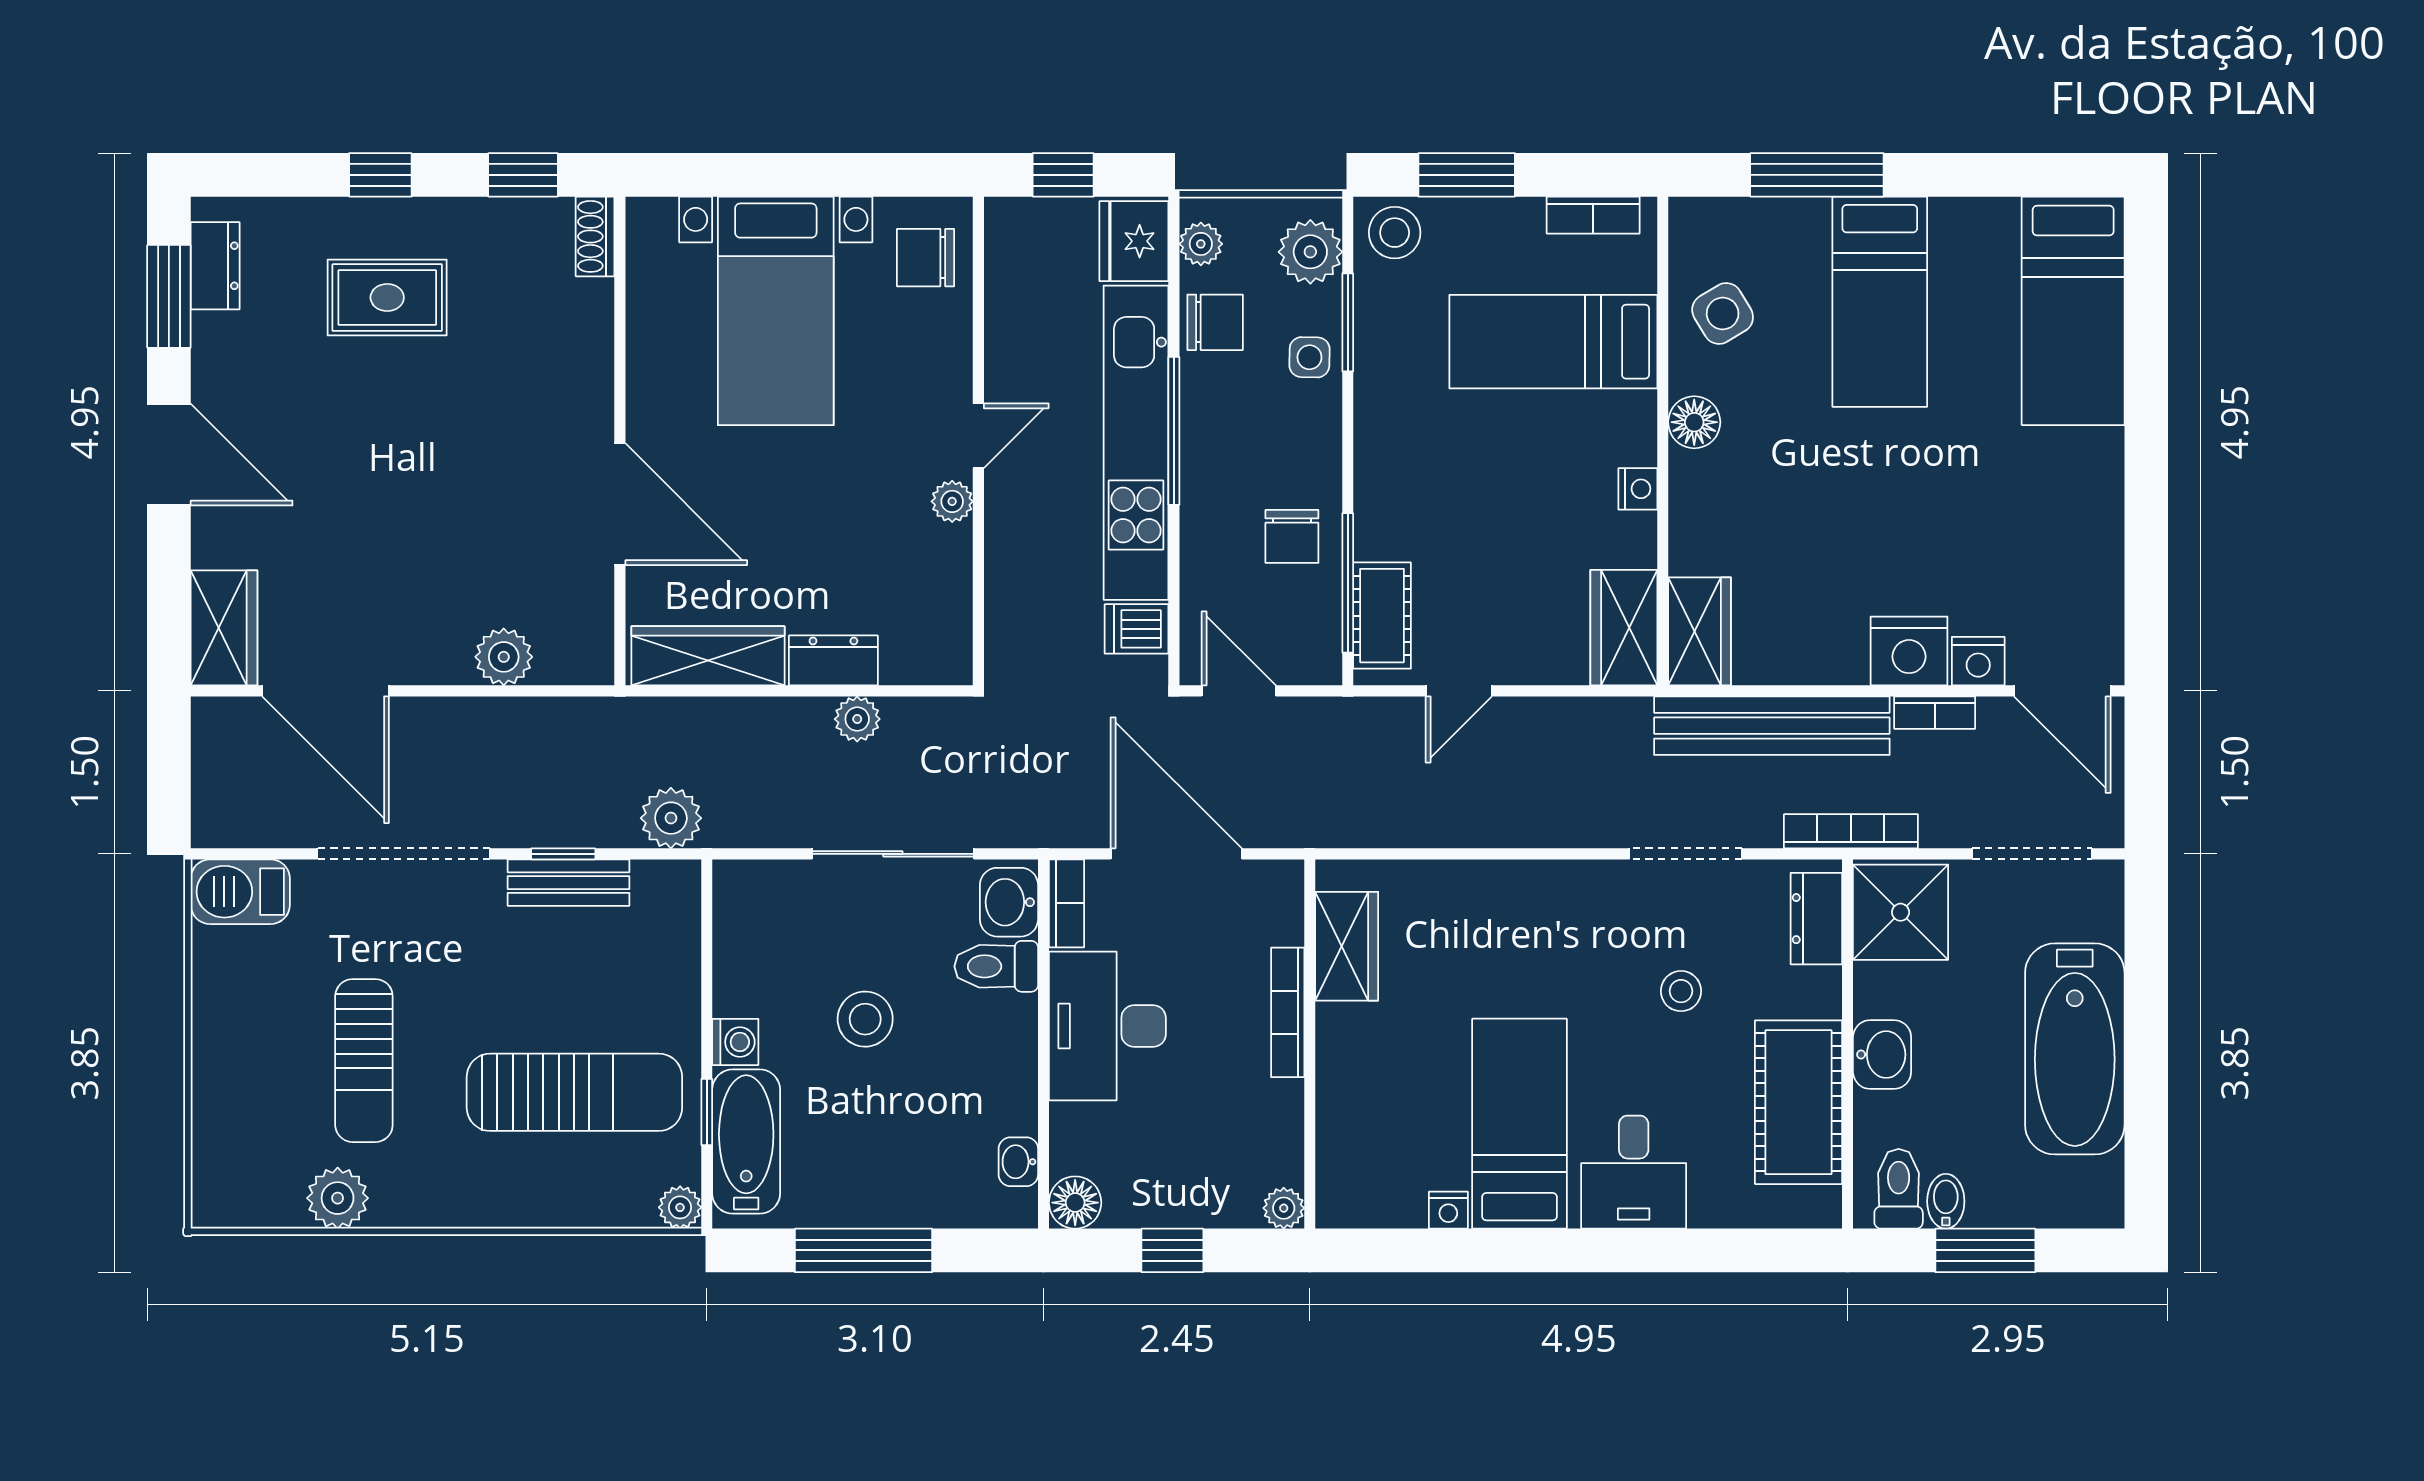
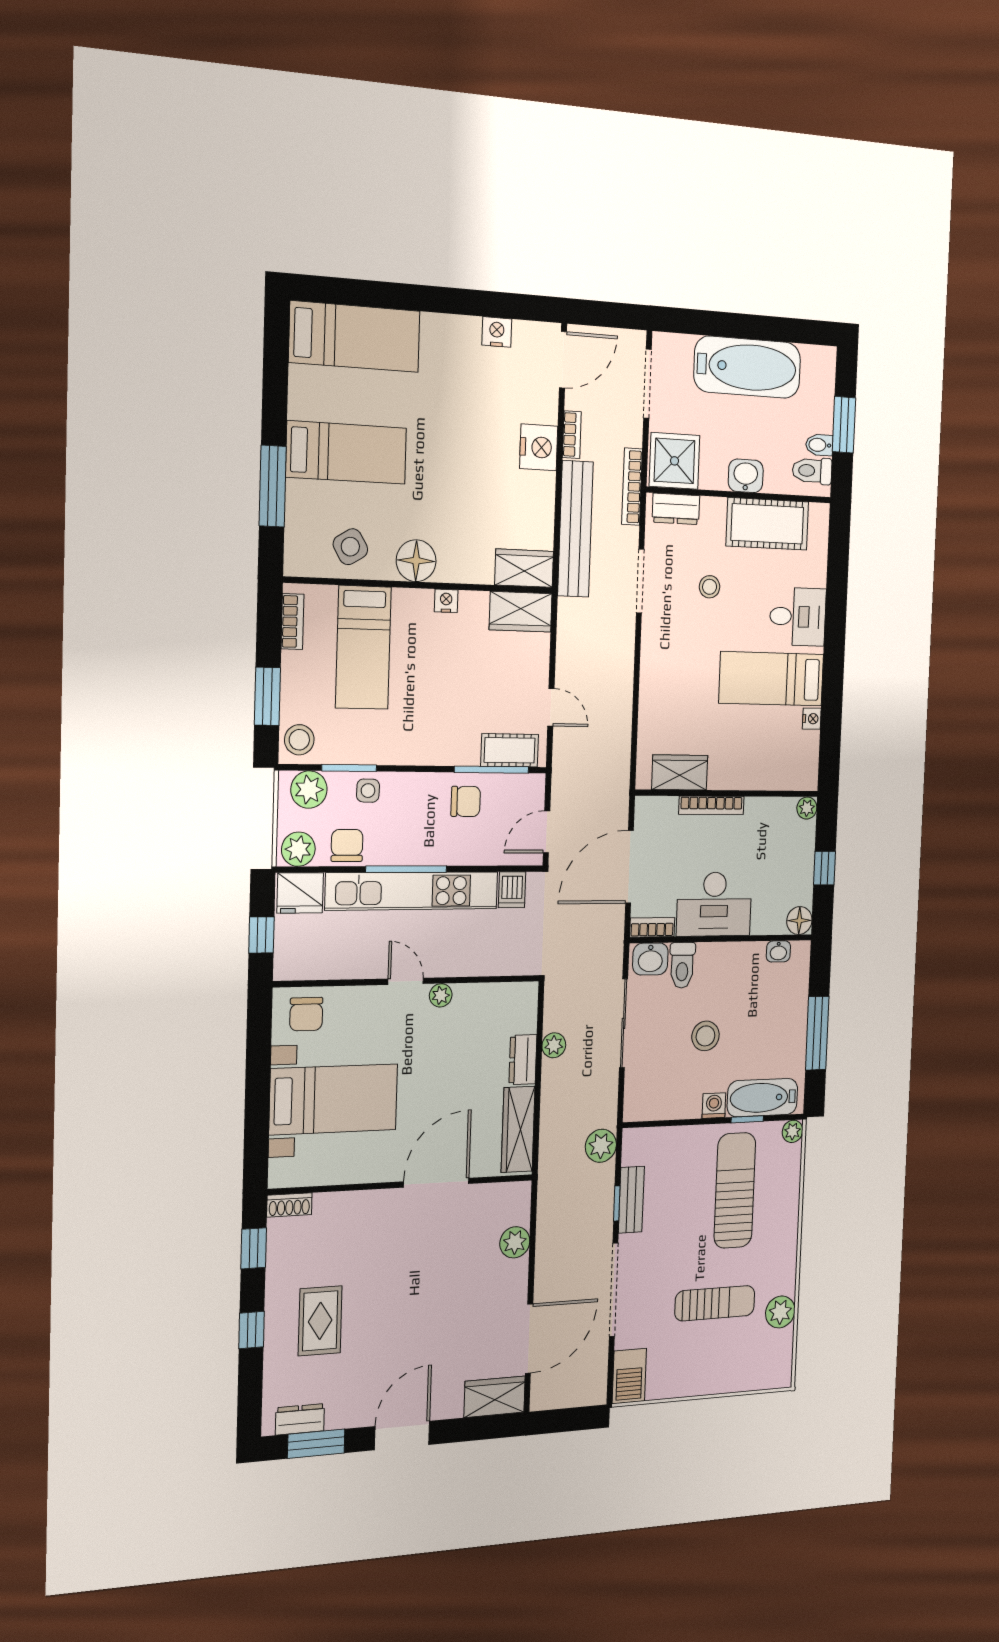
plant: (1201, 244) -> (298, 849), width x1.38, depth x1.38
floor lamp: (1694, 422) -> (416, 561), width x1.38, depth x1.38
nightstand: (1978, 661) -> (497, 332), moved, turned -90

